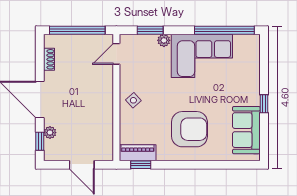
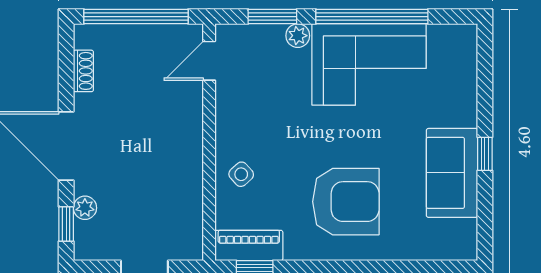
window: (224, 30) -> (372, 17), moved
side table: (133, 100) -> (241, 174), moved
sofa: (246, 130) -> (452, 173), moved

